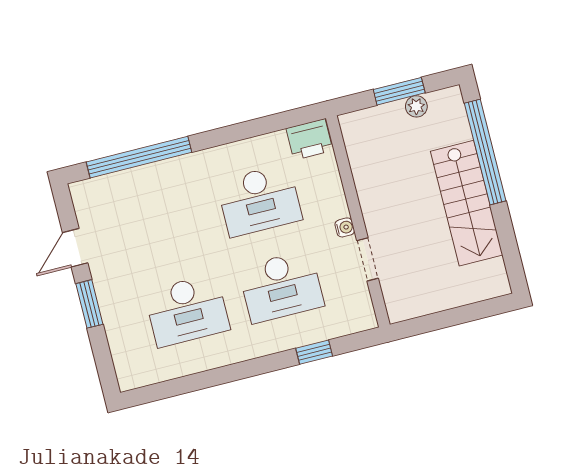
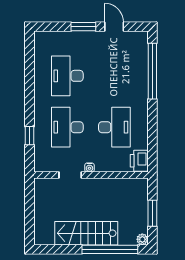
plant: (416, 106) -> (142, 239), moved
desk: (259, 200) -> (114, 127), turned 180

